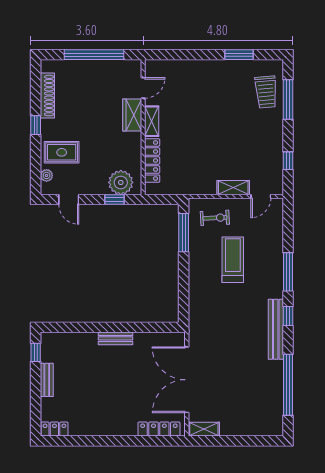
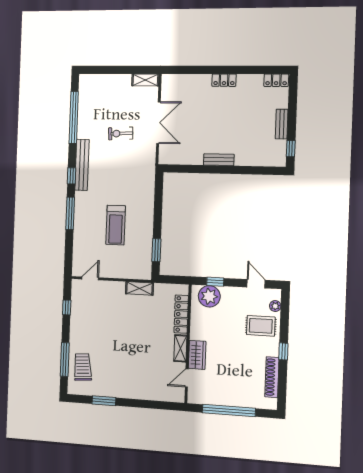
shelving: (233, 188) -> (139, 288), moved
exercise bike: (215, 218) -> (121, 133), moved
window: (184, 233) -> (156, 250), width x0.69
double door: (187, 380) -> (158, 123), width x0.73
locker: (159, 429) -> (224, 80), moved, width x0.66

